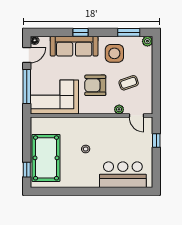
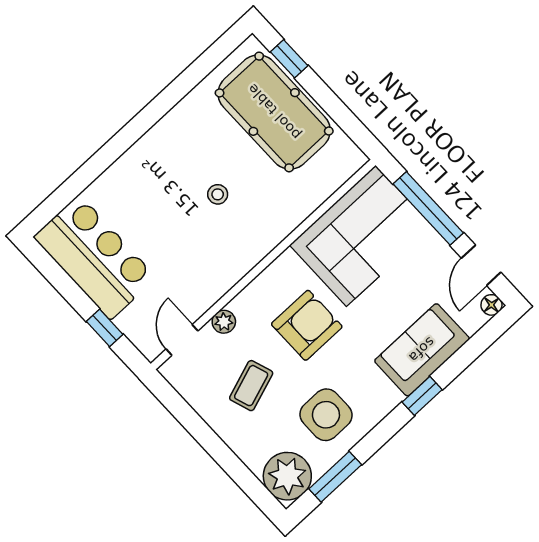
plant: (147, 41) -> (287, 476), width x1.88, depth x1.88
sofa: (74, 46) -> (422, 350), width x0.73
door: (137, 116) -> (182, 340), hinge flipped
bar counter: (123, 175) -> (95, 257), moved, turned -90

